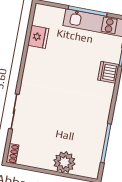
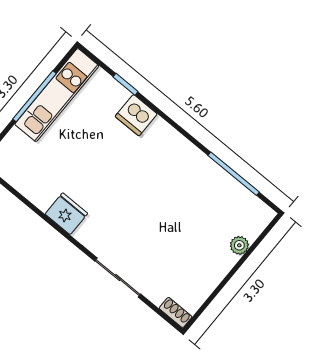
fridge: (38, 37) -> (66, 214), moved
plant: (64, 162) -> (239, 245), width x0.53, depth x0.53

